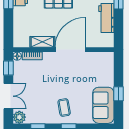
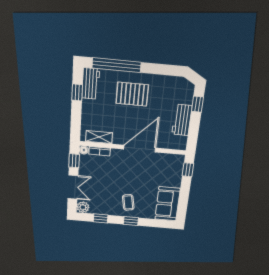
shelving: (42, 42) -> (99, 137), moved
window: (119, 94) -> (188, 170), moved

